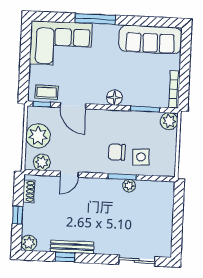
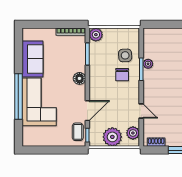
window: (95, 19) -> (18, 96), width x1.46
sofa: (150, 39) -> (33, 59), width x0.73
corner sofa: (61, 44) -> (39, 102), moved

